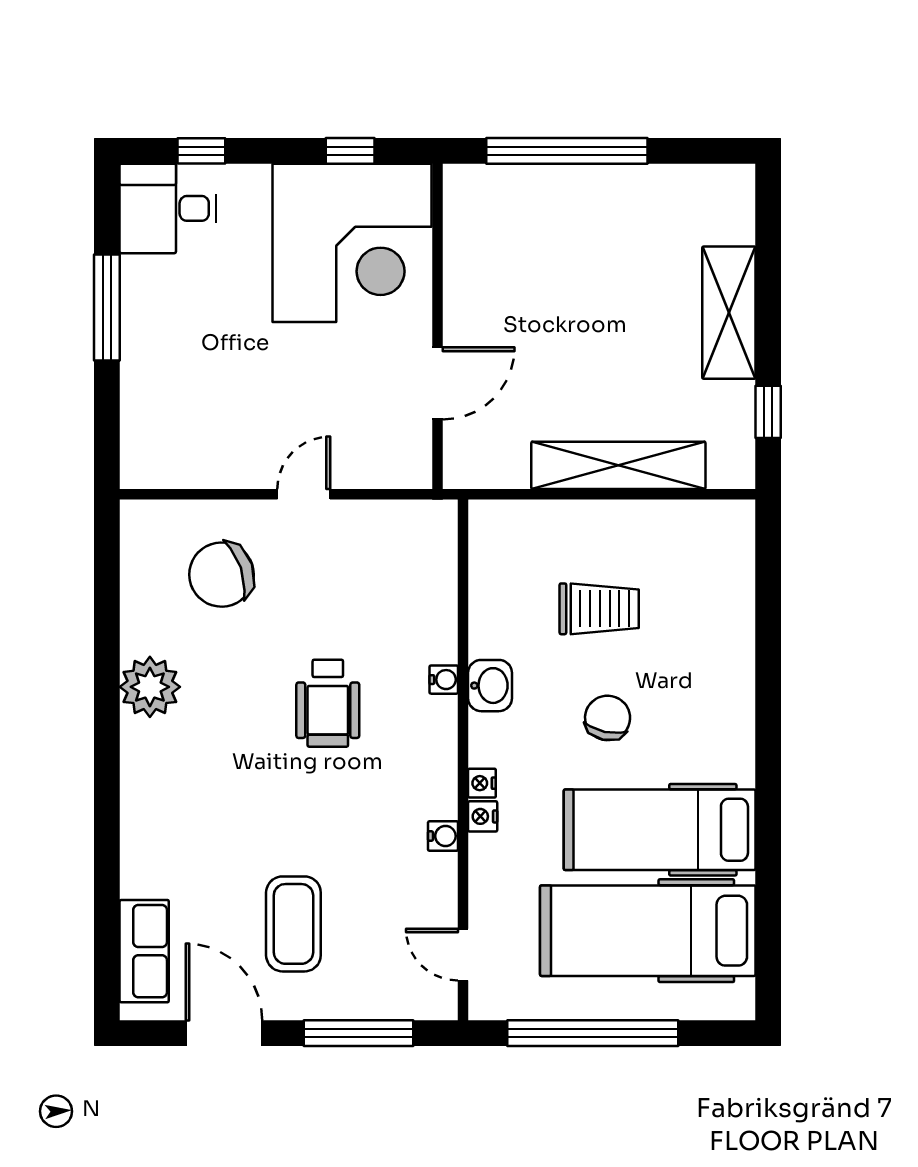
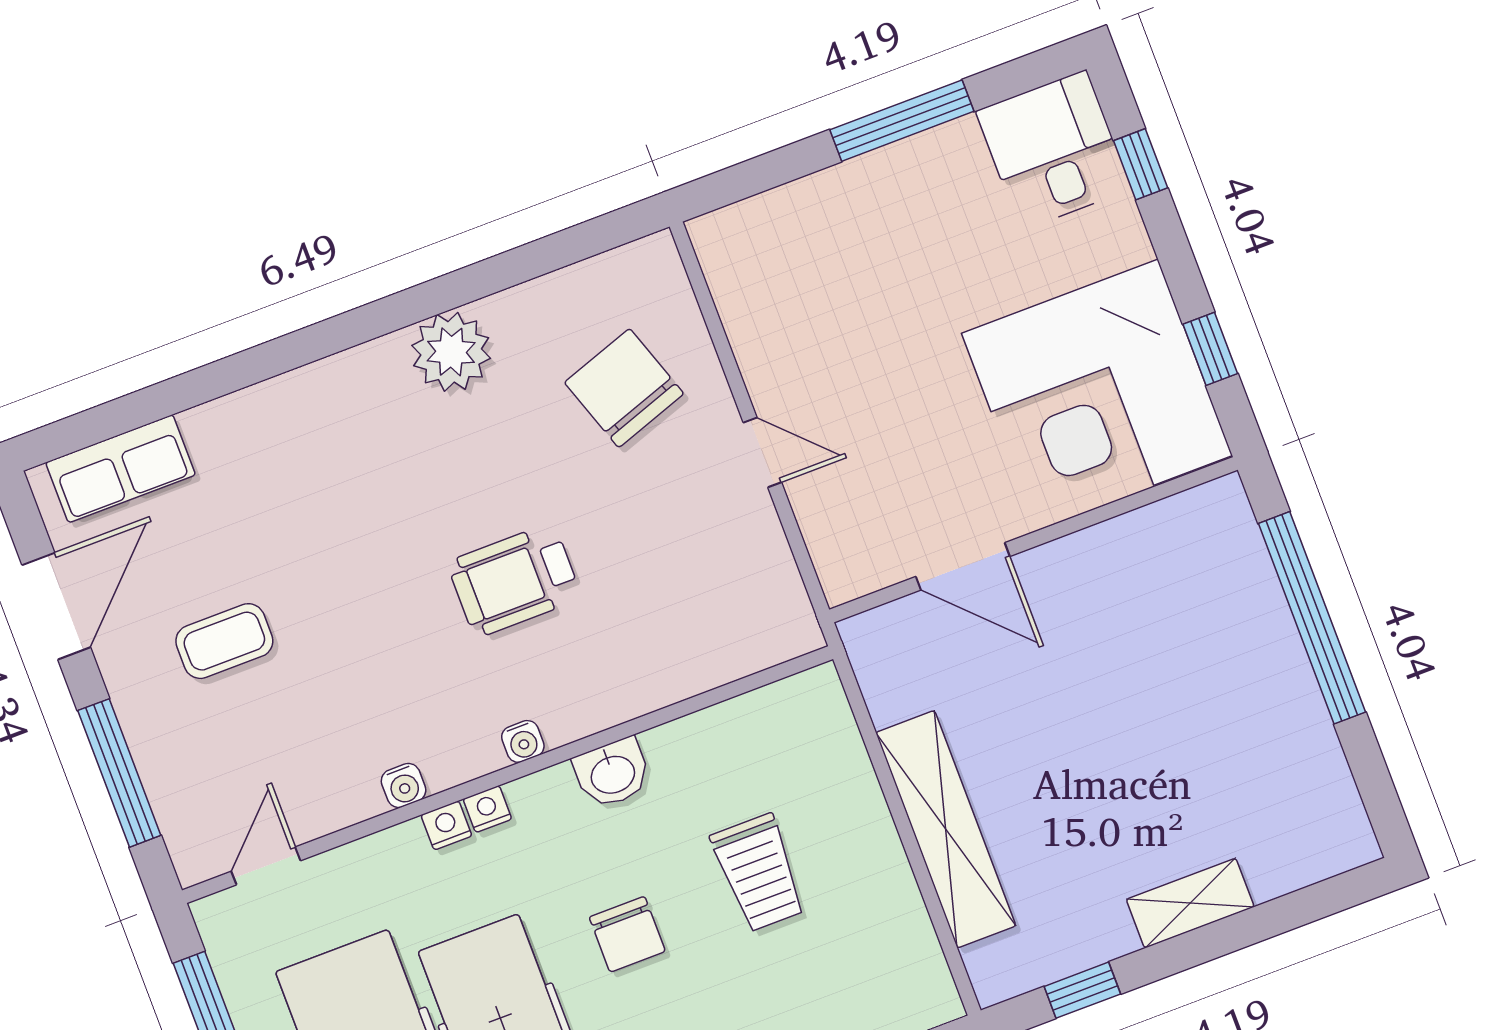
shelving: (729, 313) -> (1190, 903), width x0.67, depth x0.75
water cooler: (444, 680) -> (523, 741), moved
chair: (608, 718) -> (627, 934), turned 78
coffee table: (293, 924) -> (224, 641), width x0.73, depth x0.77

